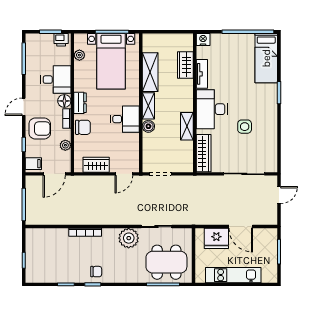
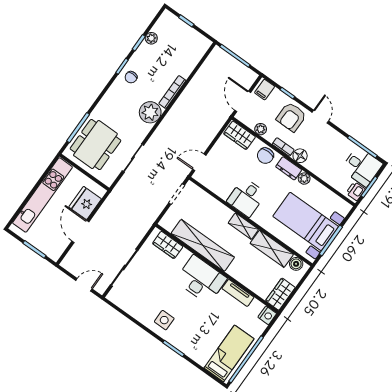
plant: (79, 55) -> (304, 179), moved
bed: (266, 58) -> (229, 353), moved, turned 90
wardrobe: (185, 65) -> (280, 294), moved, turned -90
desk: (56, 80) -> (362, 167), moved, turned -90
boiler: (148, 126) -> (296, 264), moved
shelving: (187, 126) -> (203, 245), width x2.20, depth x1.33
side table: (245, 127) -> (164, 320), moved
wardrobe: (204, 153) -> (168, 245), width x0.67
wardrobe: (96, 165) -> (239, 135), moved, turned 90
door: (124, 174) -> (199, 162), hinge flipped
door: (279, 195) -> (84, 285), swing flipped
door: (241, 227) -> (80, 232), hinge flipped
plant: (129, 238) -> (150, 112), moved
kitchen unit: (233, 275) -> (42, 195), width x1.36
plant: (56, 277) -> (151, 38), added

